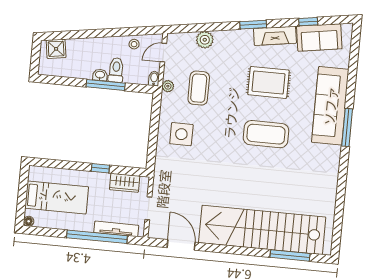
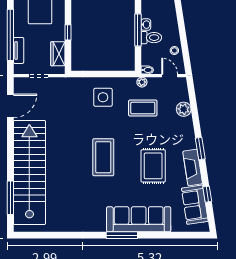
coffee table: (266, 134) -> (103, 157), moved
tv unit: (116, 229) -> (19, 50), width x0.71

